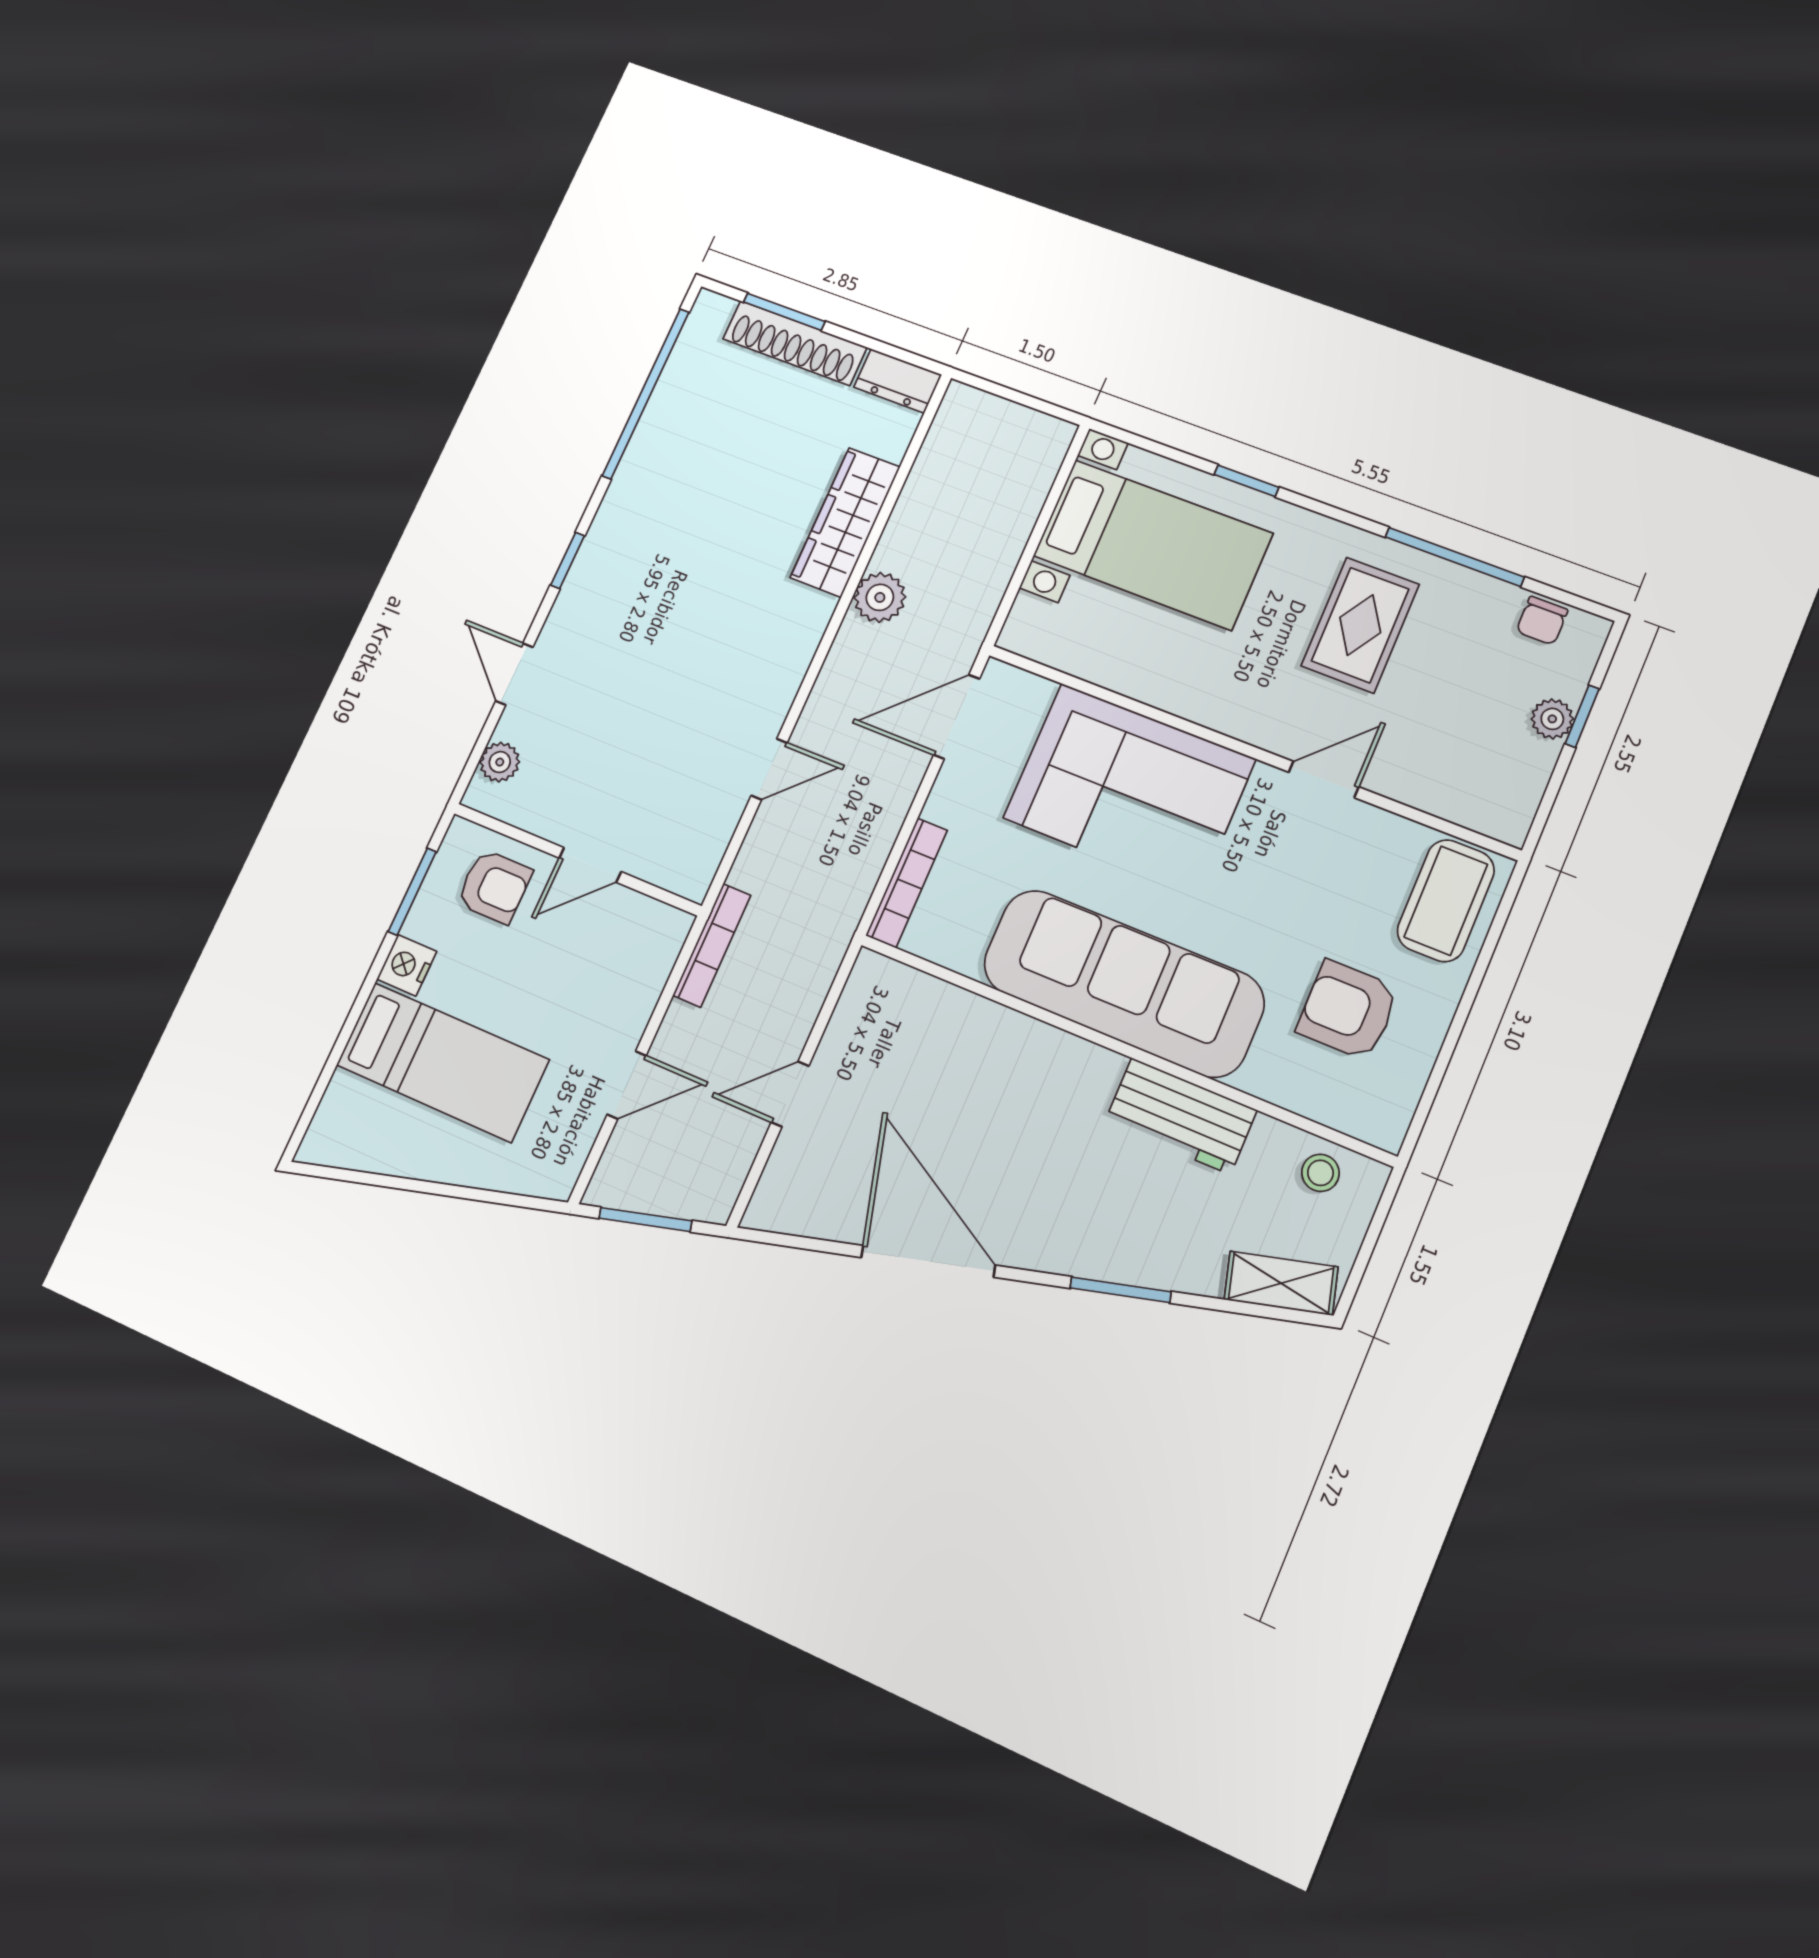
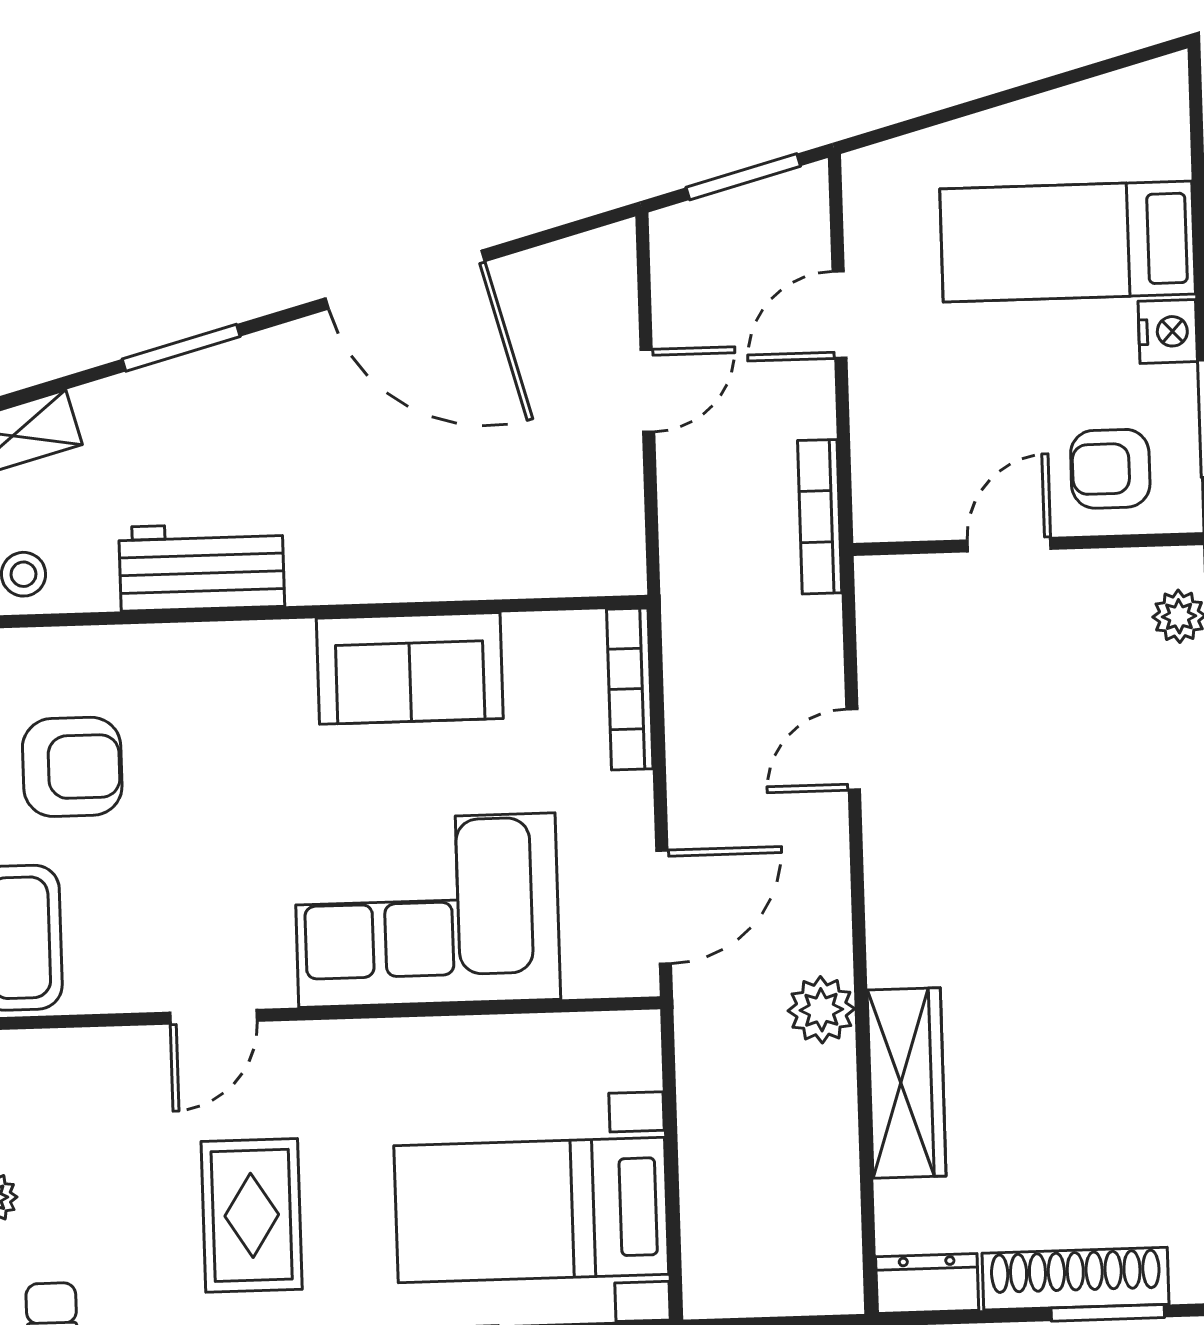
sofa: (1123, 983) -> (410, 668), width x0.54, depth x0.79

